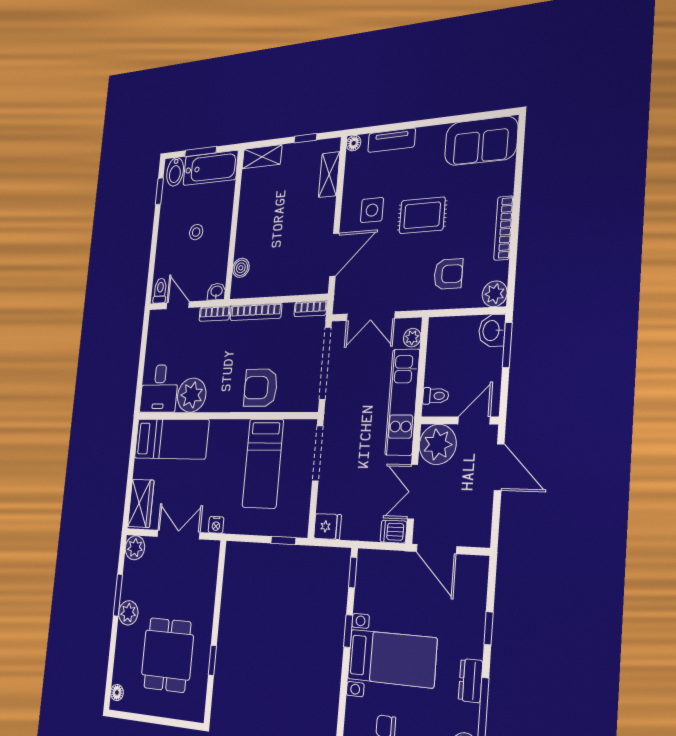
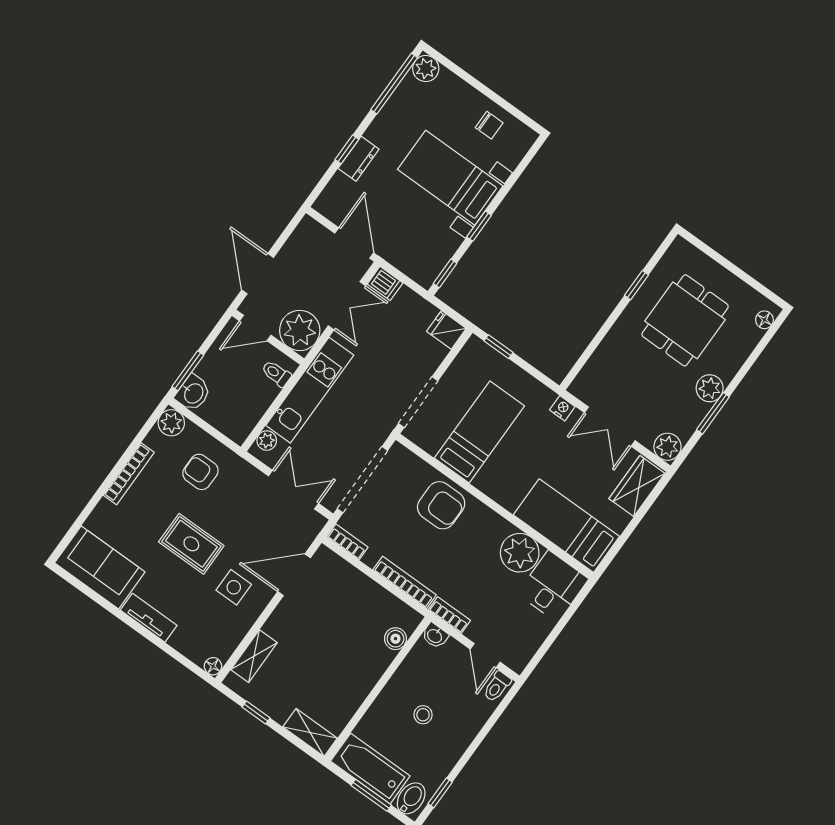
tv unit: (391, 140) -> (149, 618), moved
dresser: (470, 681) -> (359, 159), moved

